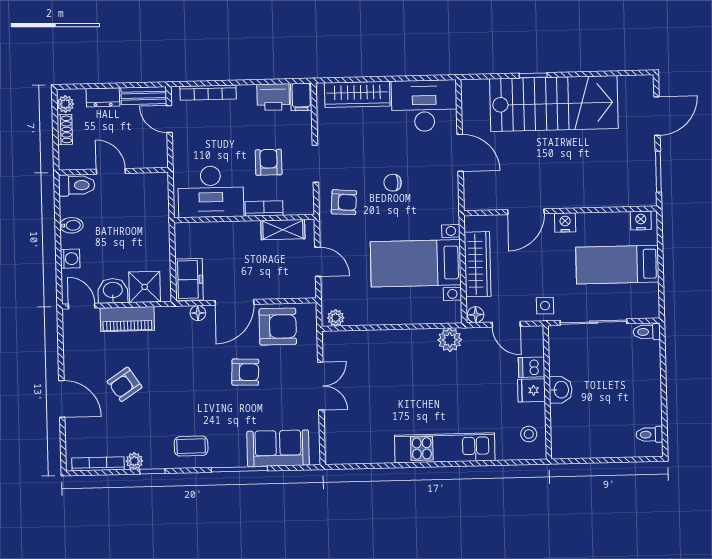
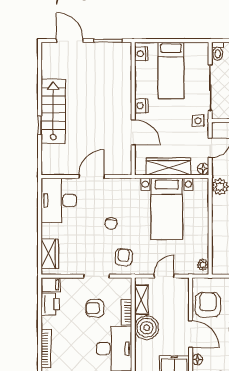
wardrobe: (357, 94) -> (50, 254), width x0.67
stairs: (554, 104) -> (53, 111), width x0.73, depth x0.66
boiler: (242, 238) -> (147, 328), added

